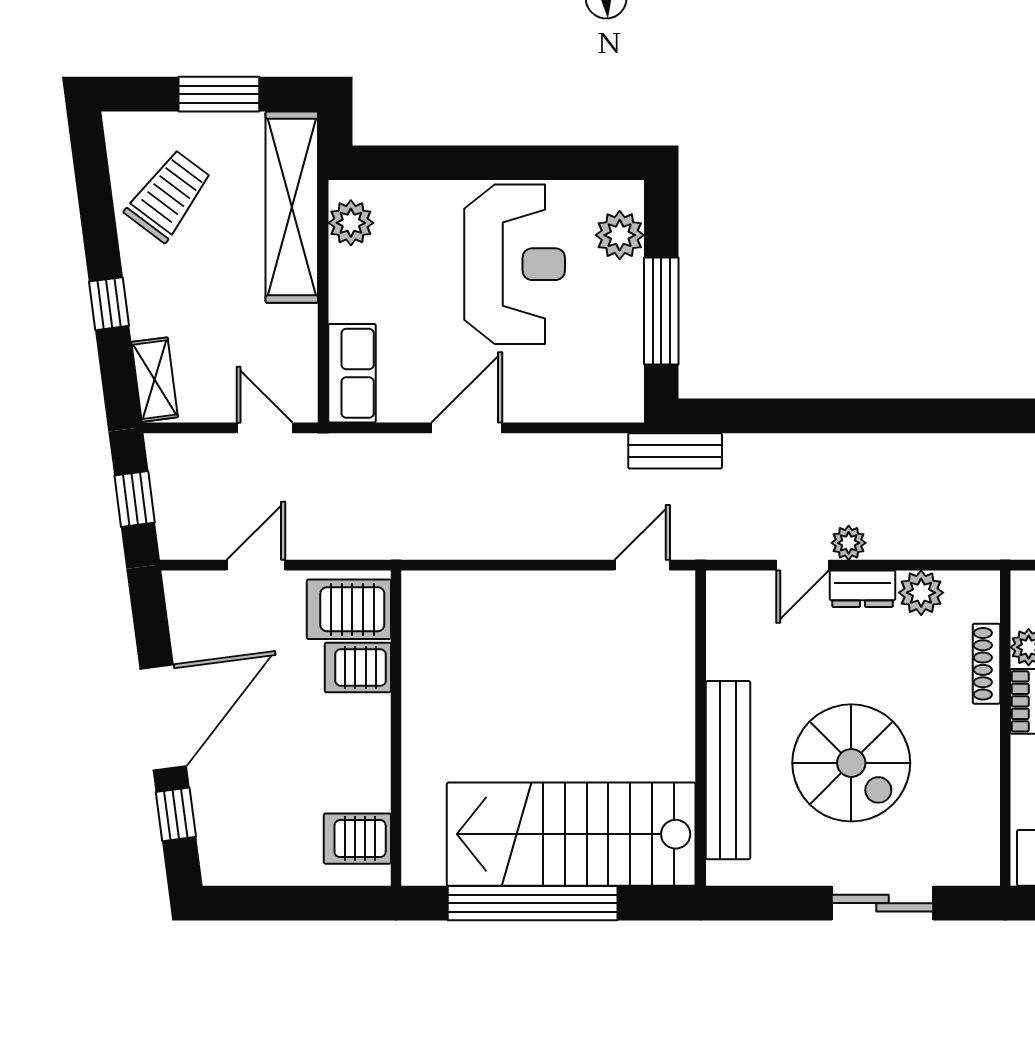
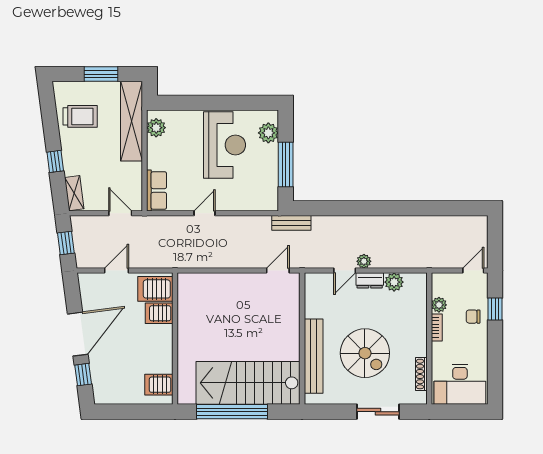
trolley: (168, 196) -> (80, 116), turned 53
door: (467, 428) -> (204, 213), width x0.73
shoe rack: (986, 664) -> (421, 374), moved

